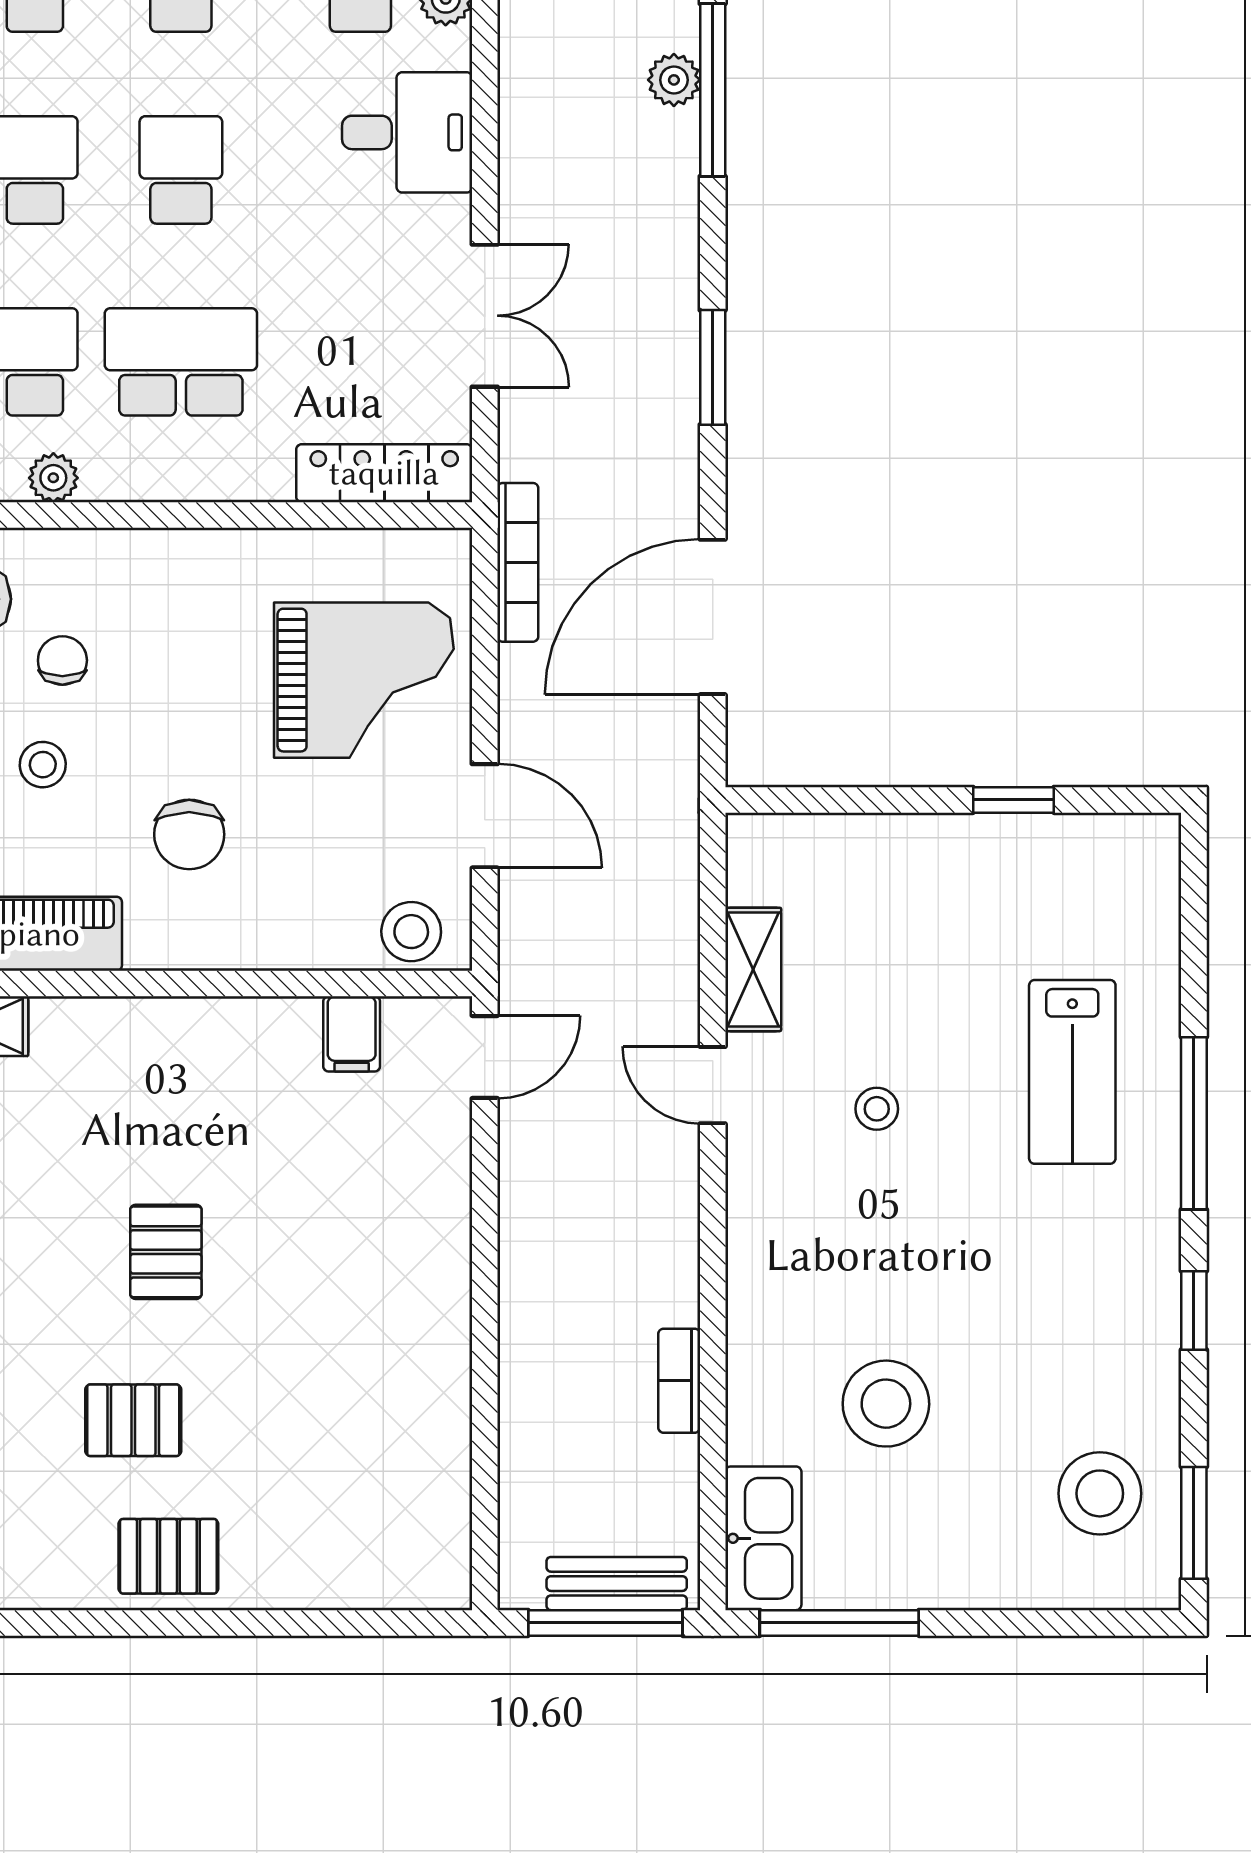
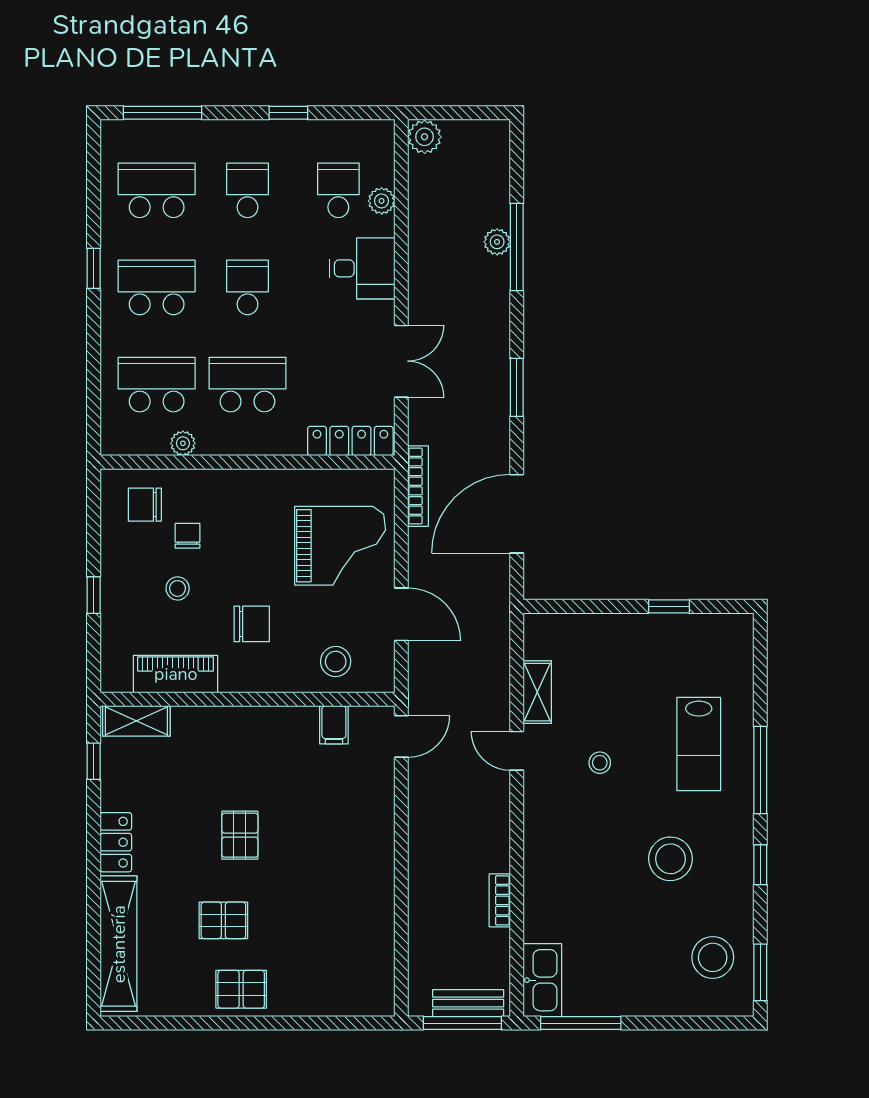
chair: (189, 834) -> (252, 624), turned -90
stool: (411, 932) -> (336, 662), moved
stool: (886, 1404) -> (670, 859), moved

